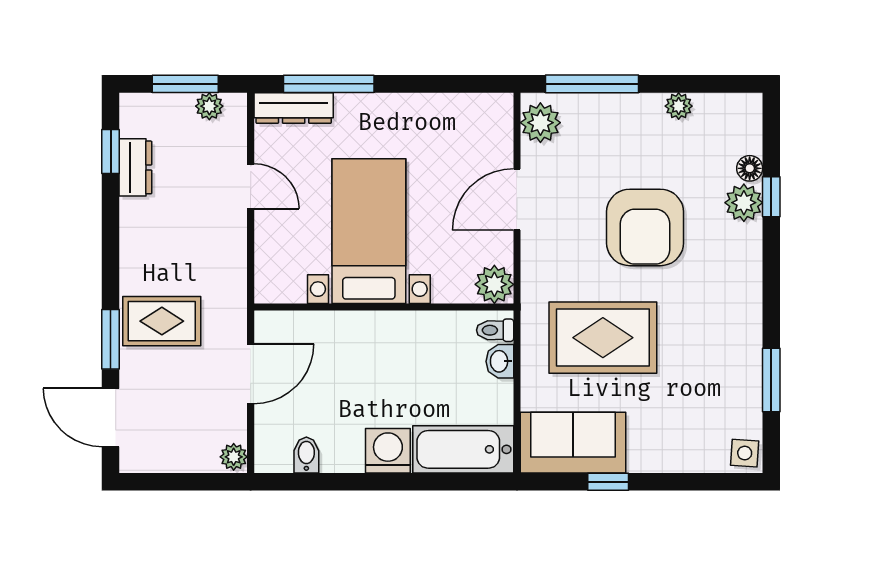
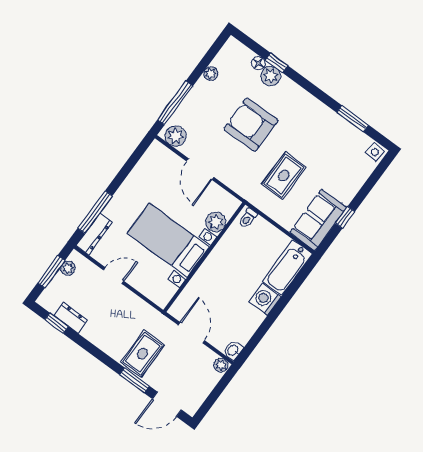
armchair: (645, 227) -> (251, 125), turned 180
plant: (494, 284) -> (216, 222), moved
rug: (603, 338) -> (284, 176), width x0.73, depth x0.70
washbasin: (500, 361) -> (233, 350), moved, turned 90
bidet: (306, 455) -> (242, 334), removed

